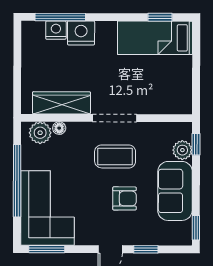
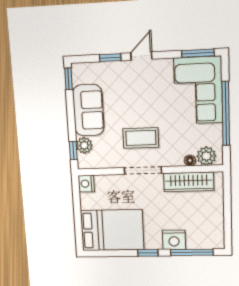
window: (160, 17) -> (148, 253), moved
nightstand: (56, 30) -> (86, 184), moved, turned 90
bed: (155, 38) -> (112, 230), width x1.50
armchair: (124, 198) -> (131, 102), removed

